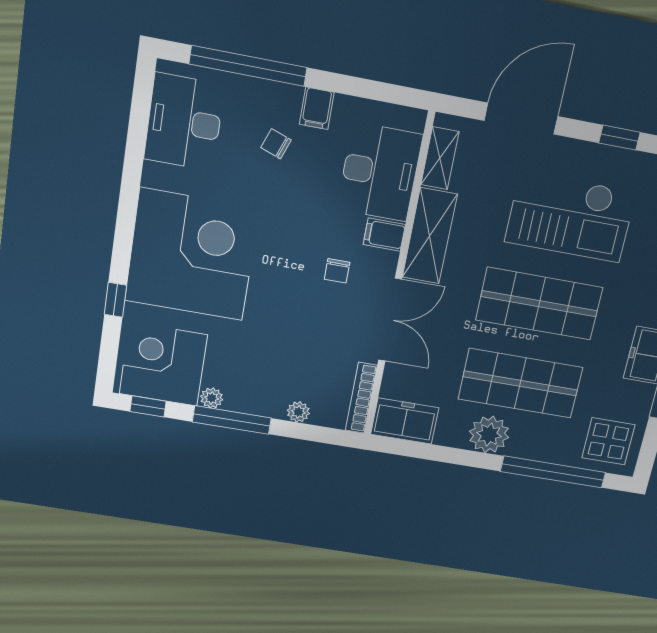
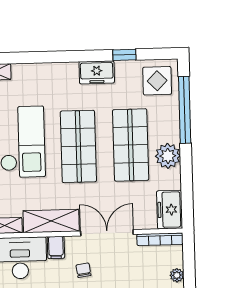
chair: (337, 271) -> (83, 270), turned -98

